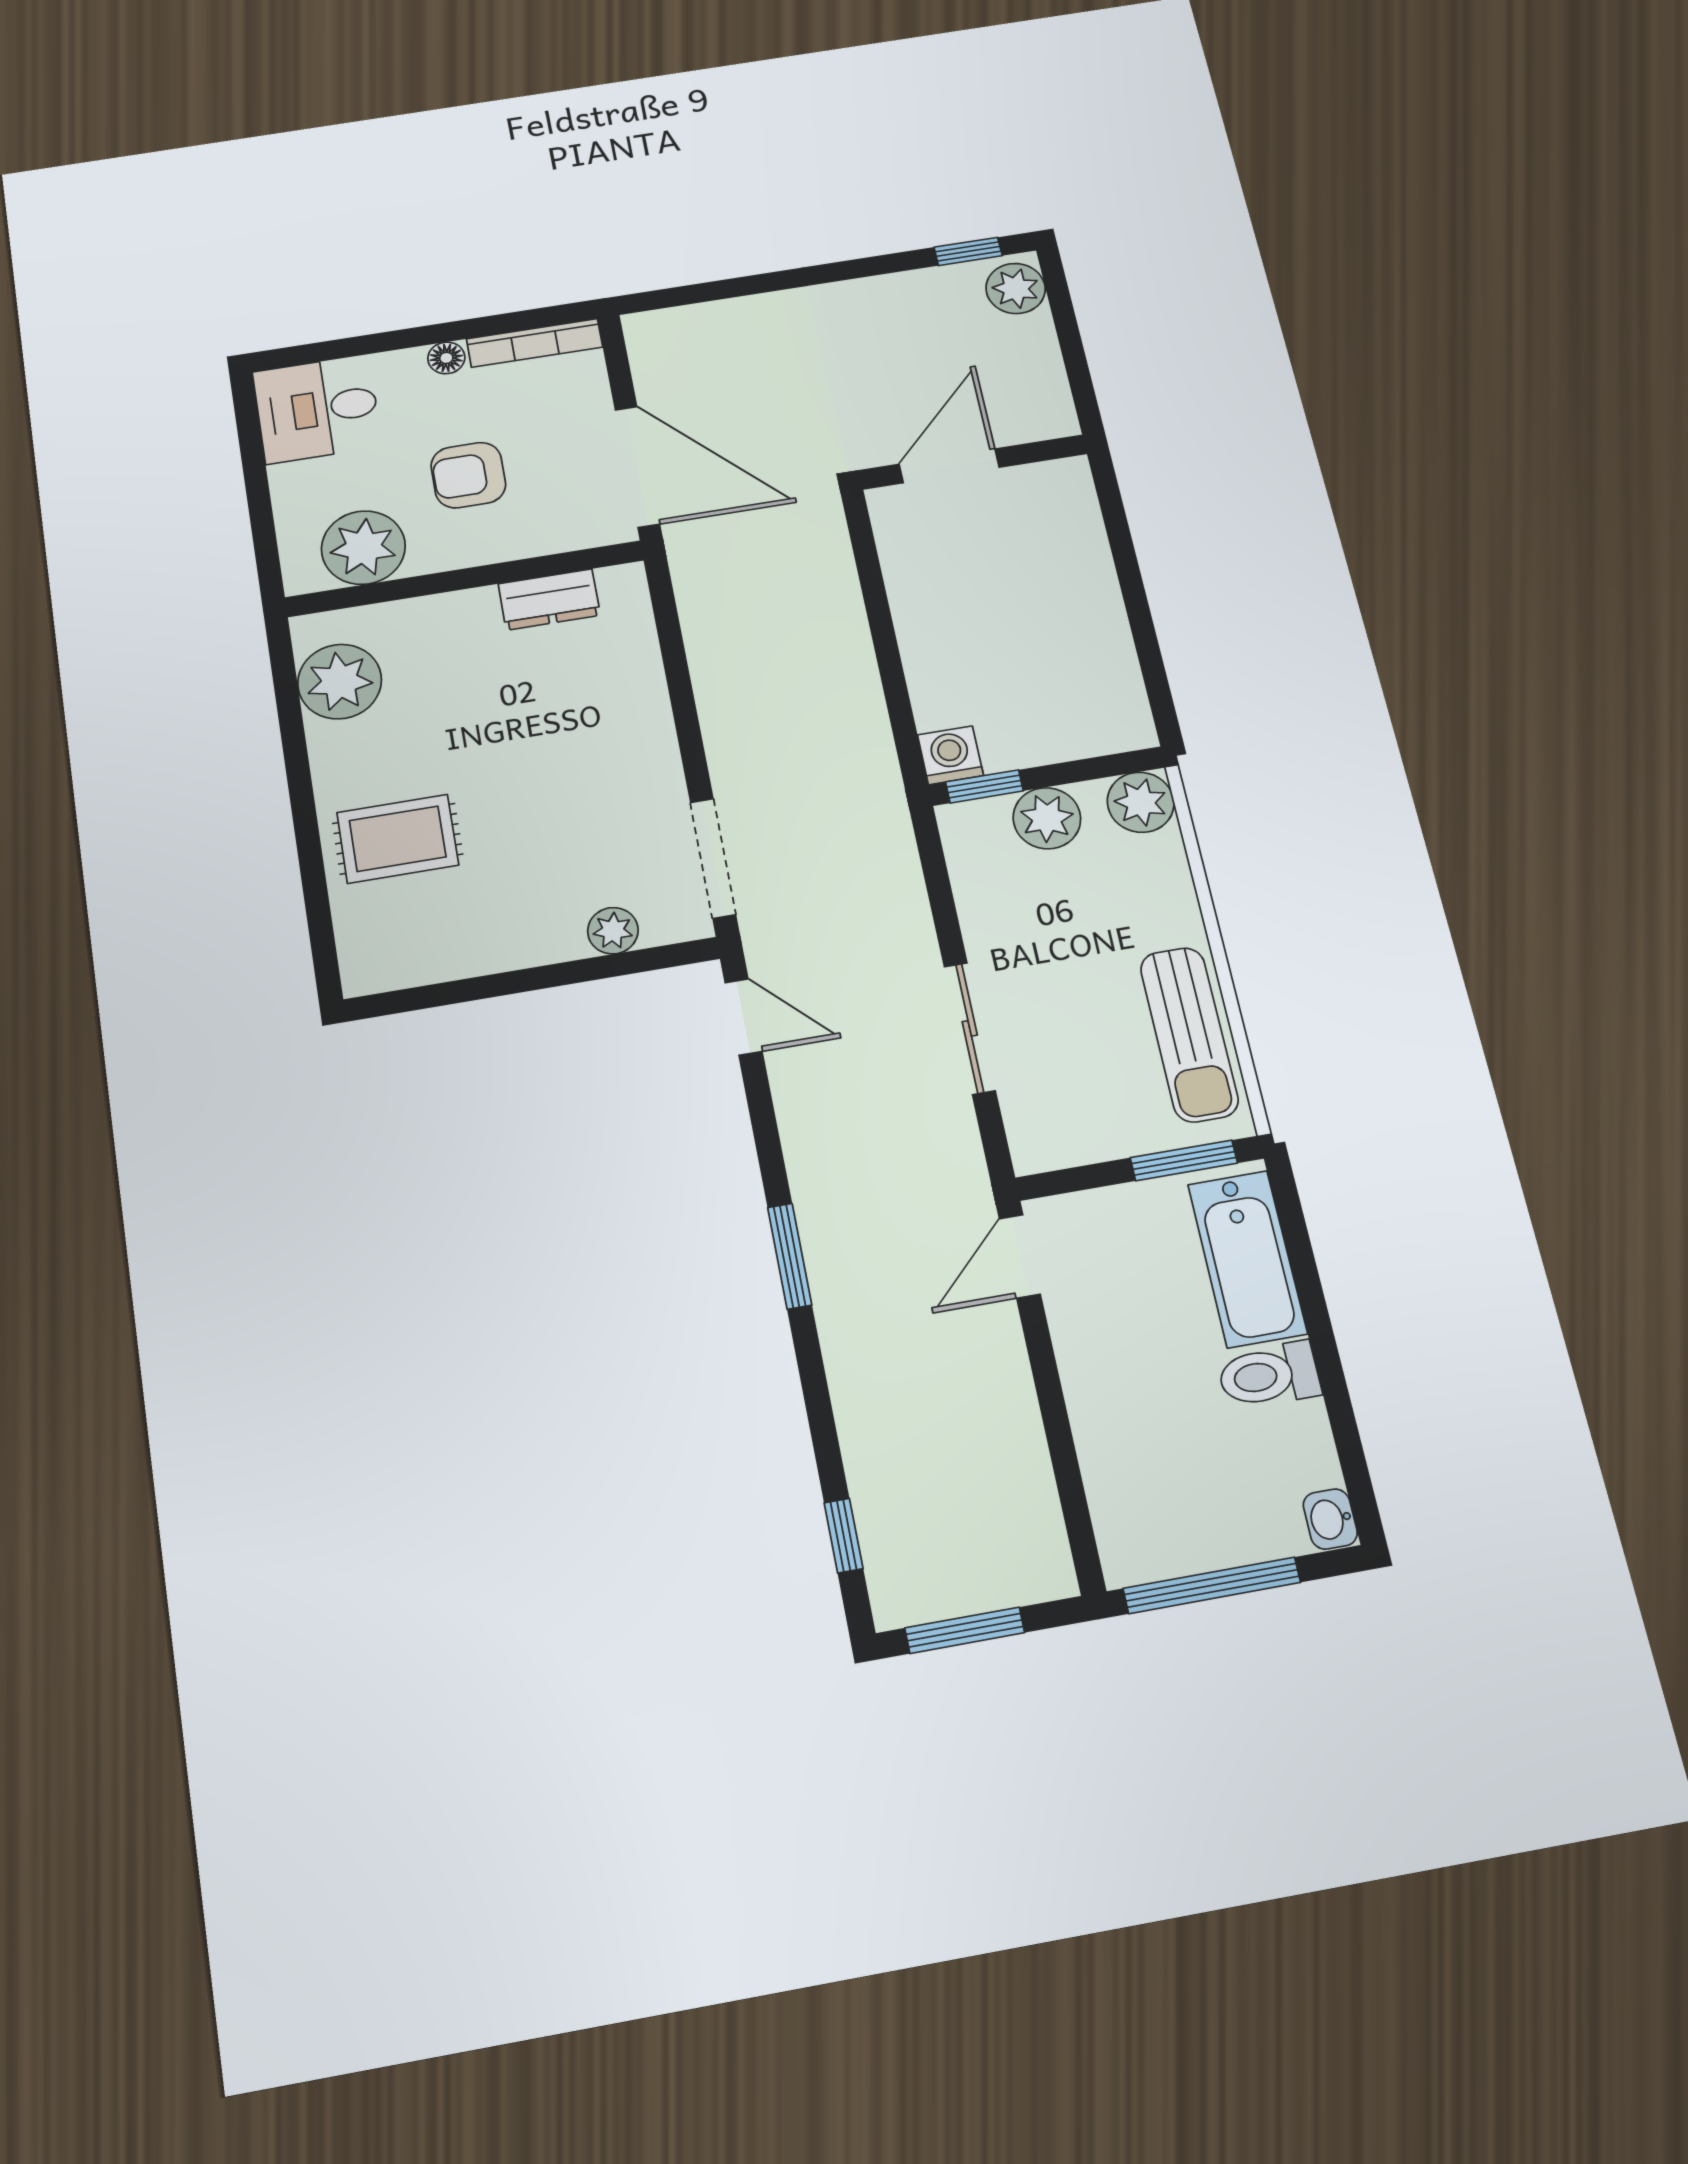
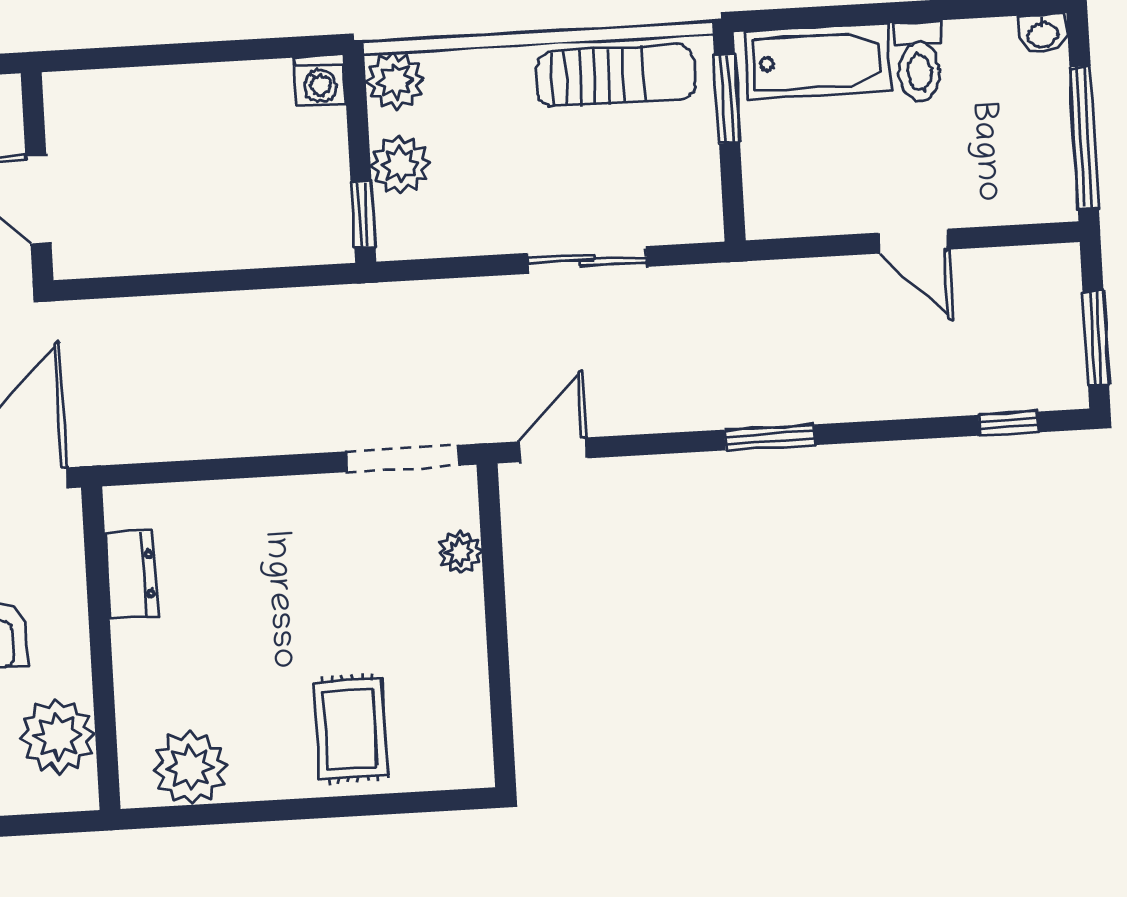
washing machine: (950, 755) -> (320, 81), moved, turned -90
door: (1020, 1256) -> (914, 241), moved

